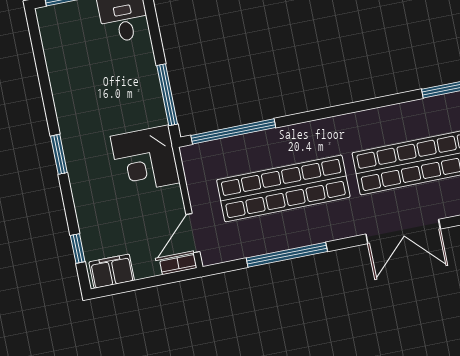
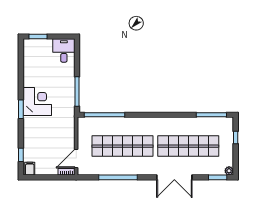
corner desk: (145, 160) -> (37, 101), moved, turned 180
filing cabinet: (112, 271) -> (30, 169), width x0.50

